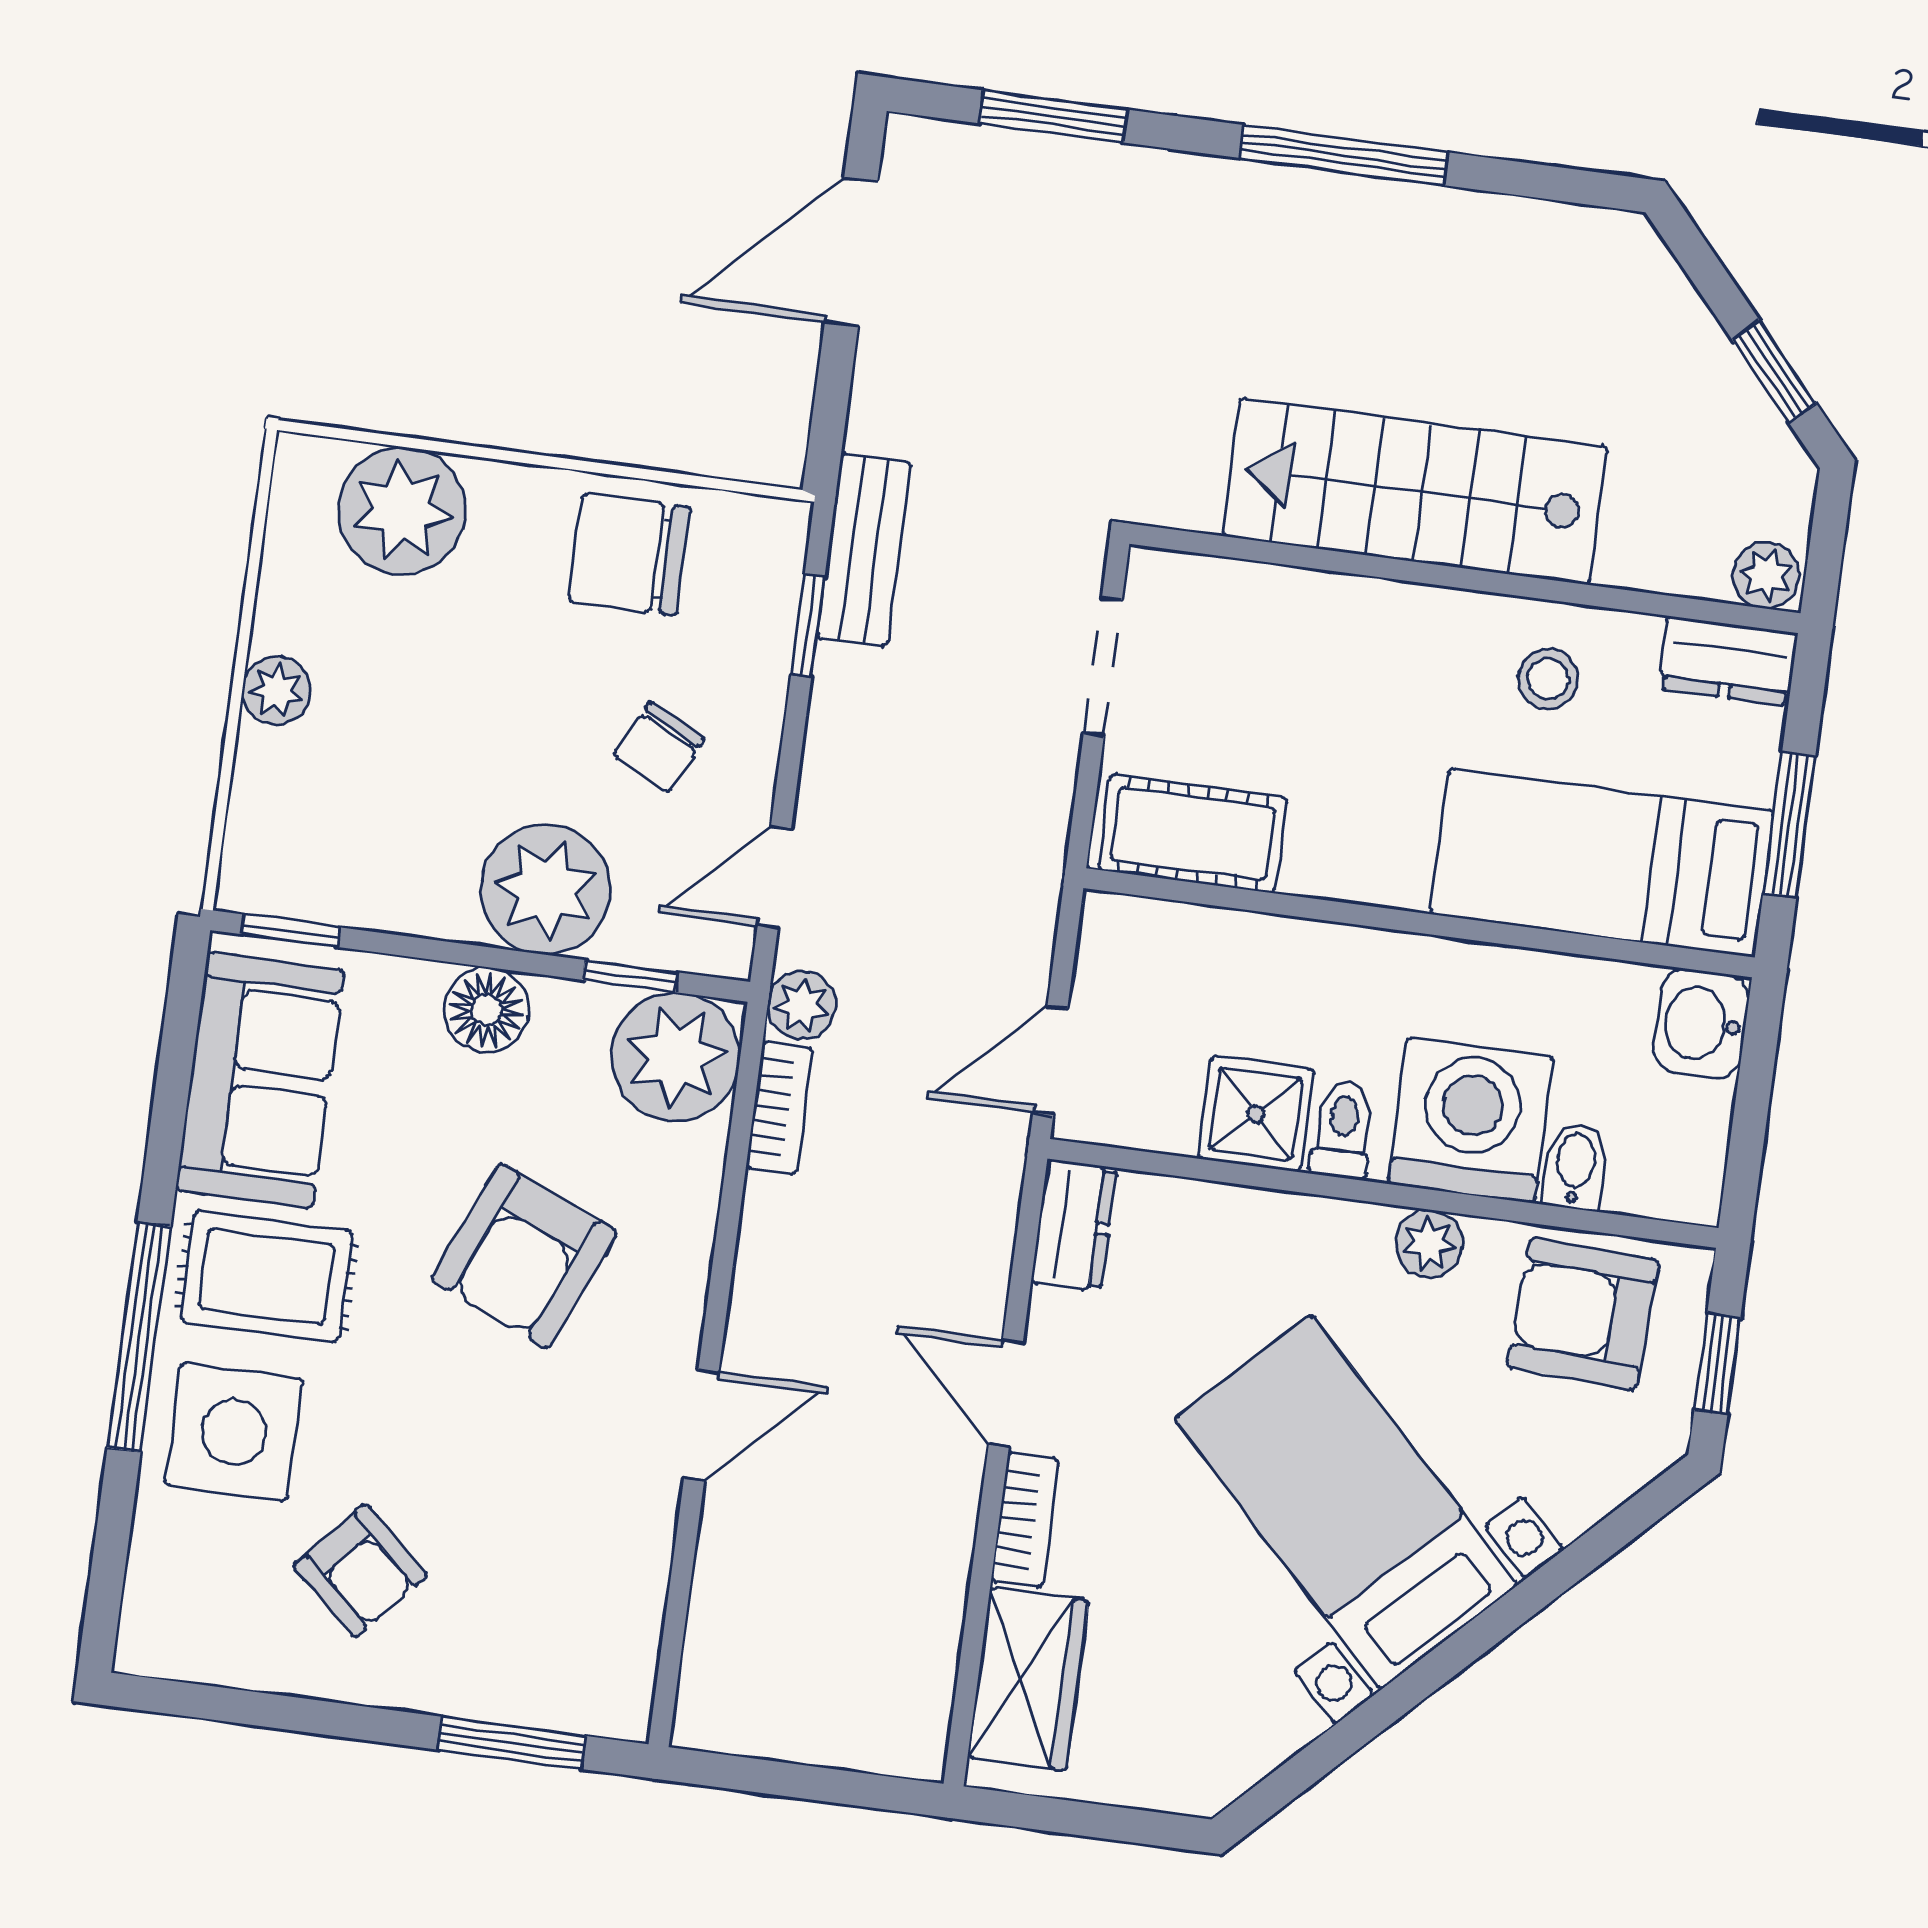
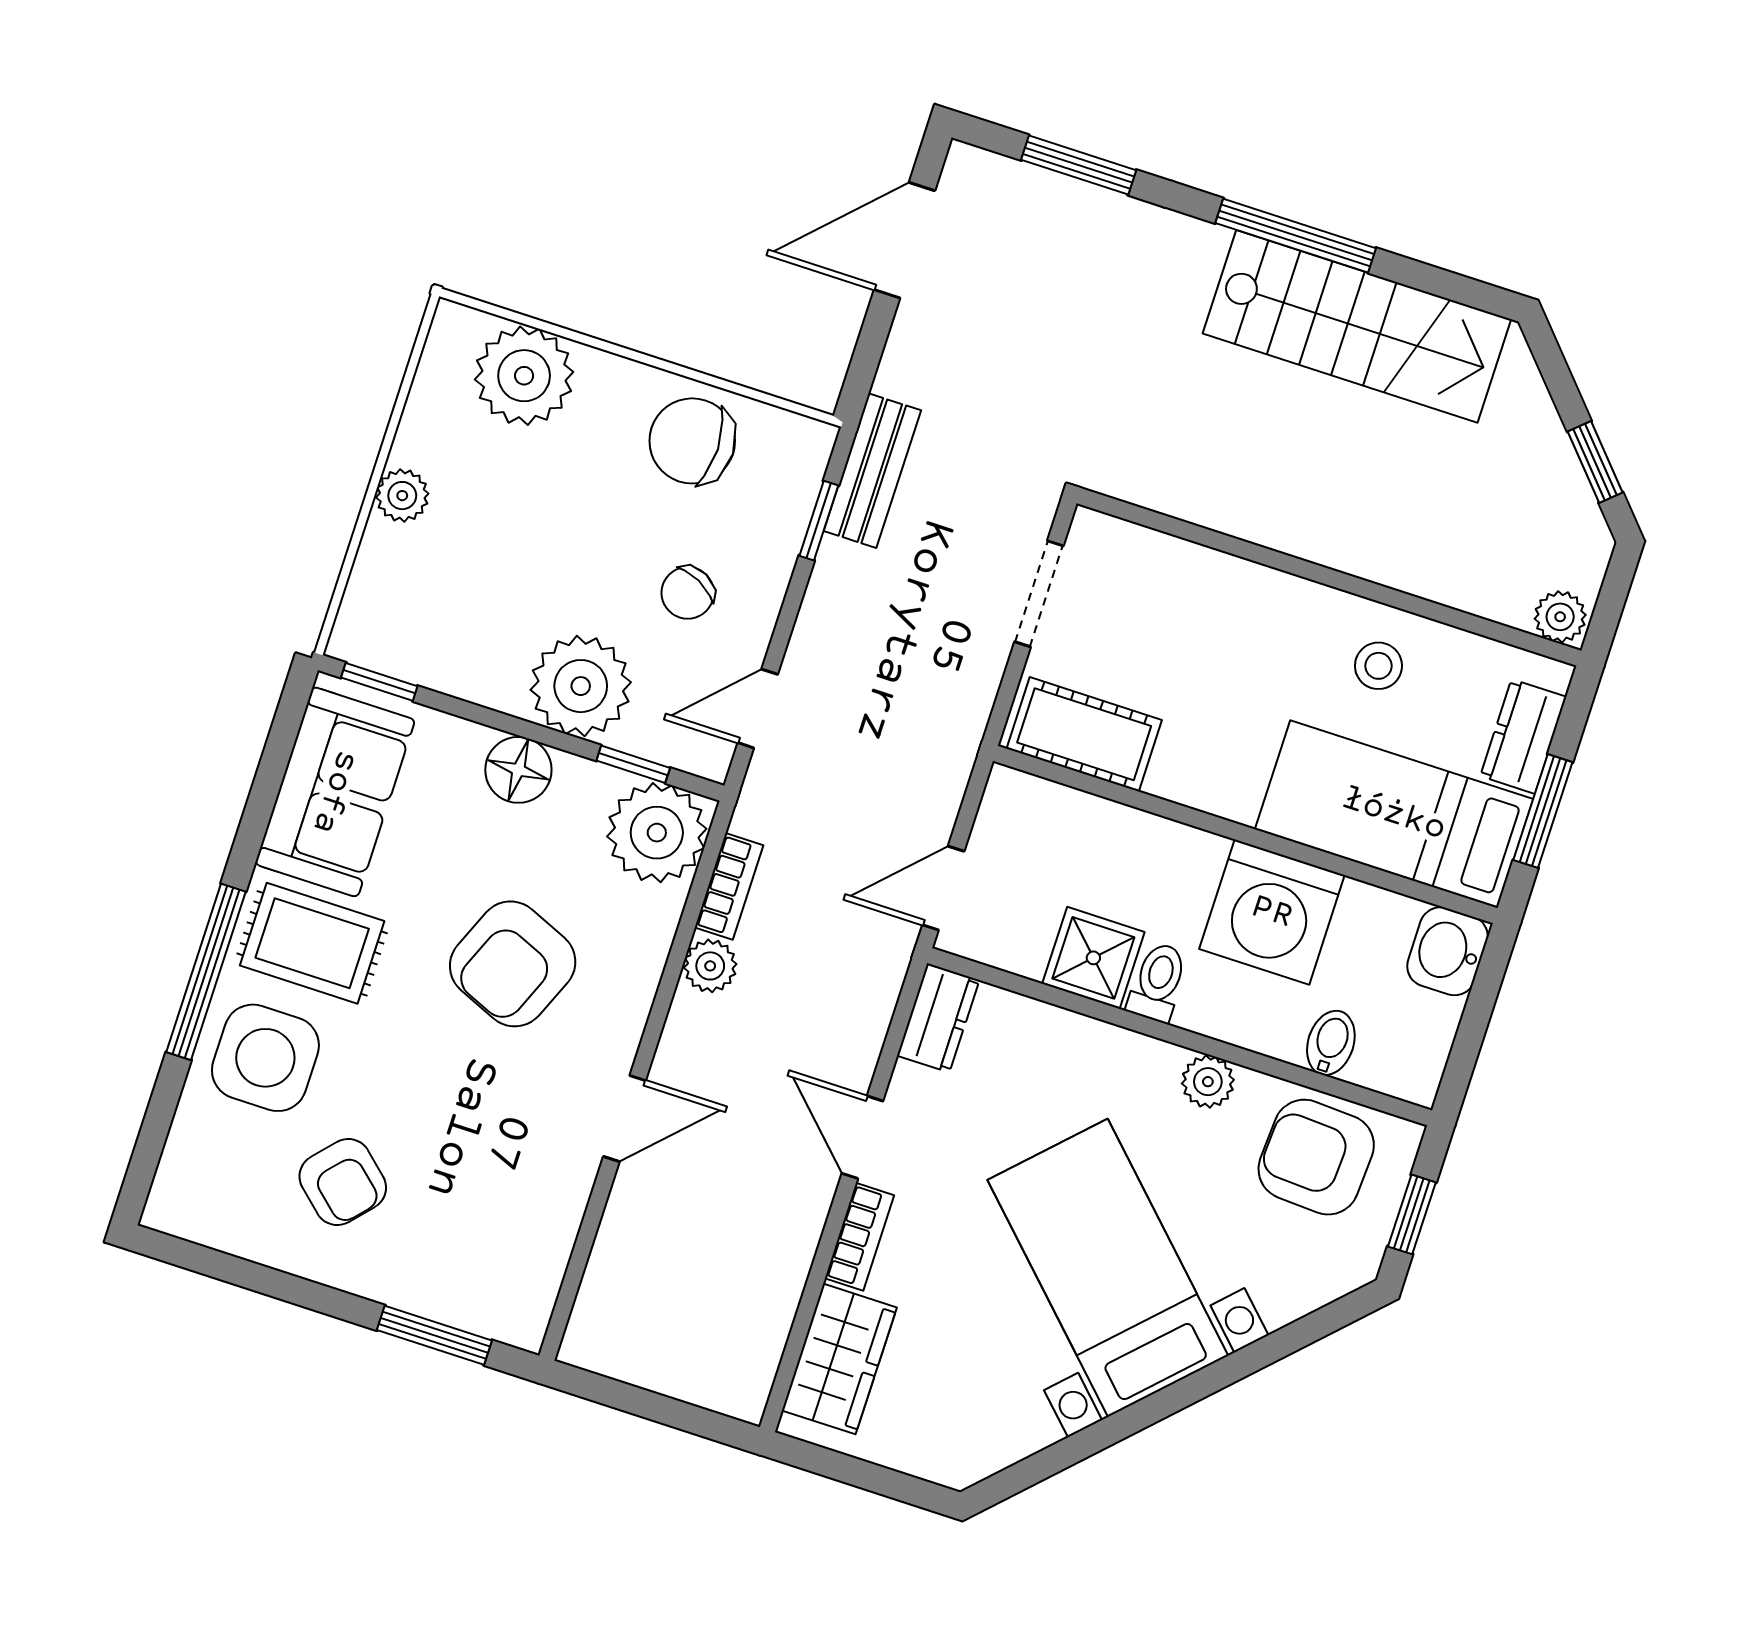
stairs: (1415, 491) -> (1357, 326), moved, turned 180
dresser: (1728, 661) -> (1523, 736), moved, turned 90
plant: (802, 1005) -> (710, 966), moved
washing machine: (1471, 1120) -> (1272, 912), moved, turned 180

